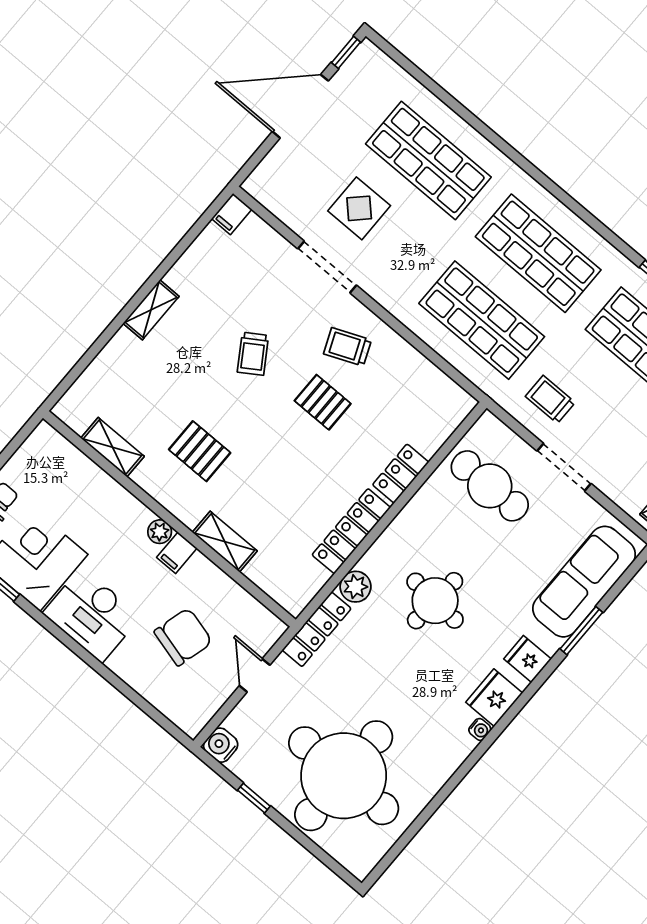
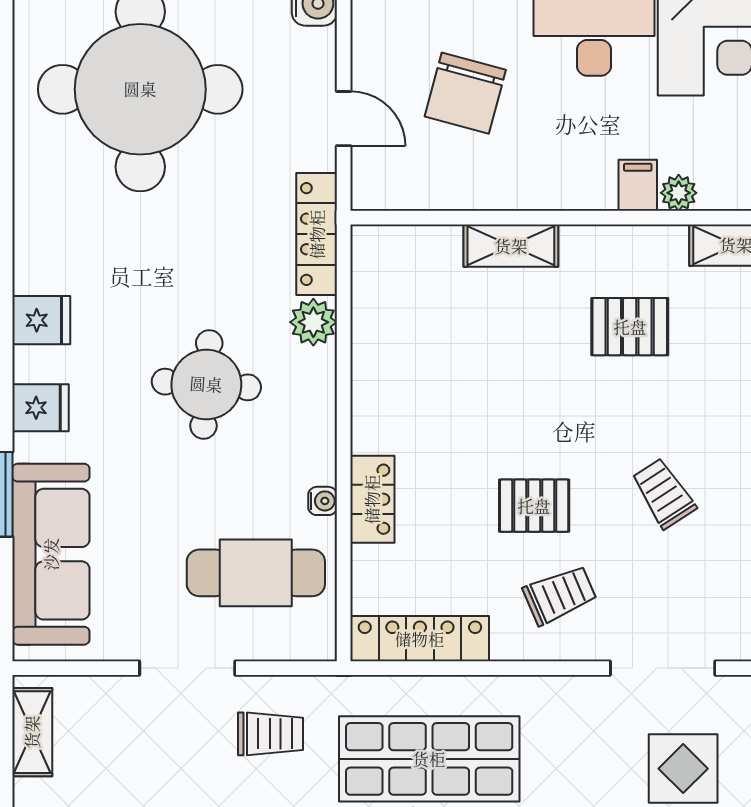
locker: (351, 531) -> (420, 639), moved, turned -90
plant: (160, 532) -> (679, 193), moved
filing cabinet: (177, 553) -> (638, 185), moved
fridge: (494, 698) -> (41, 320), width x0.72
water cooler: (480, 729) -> (323, 501), moved, turned 180

